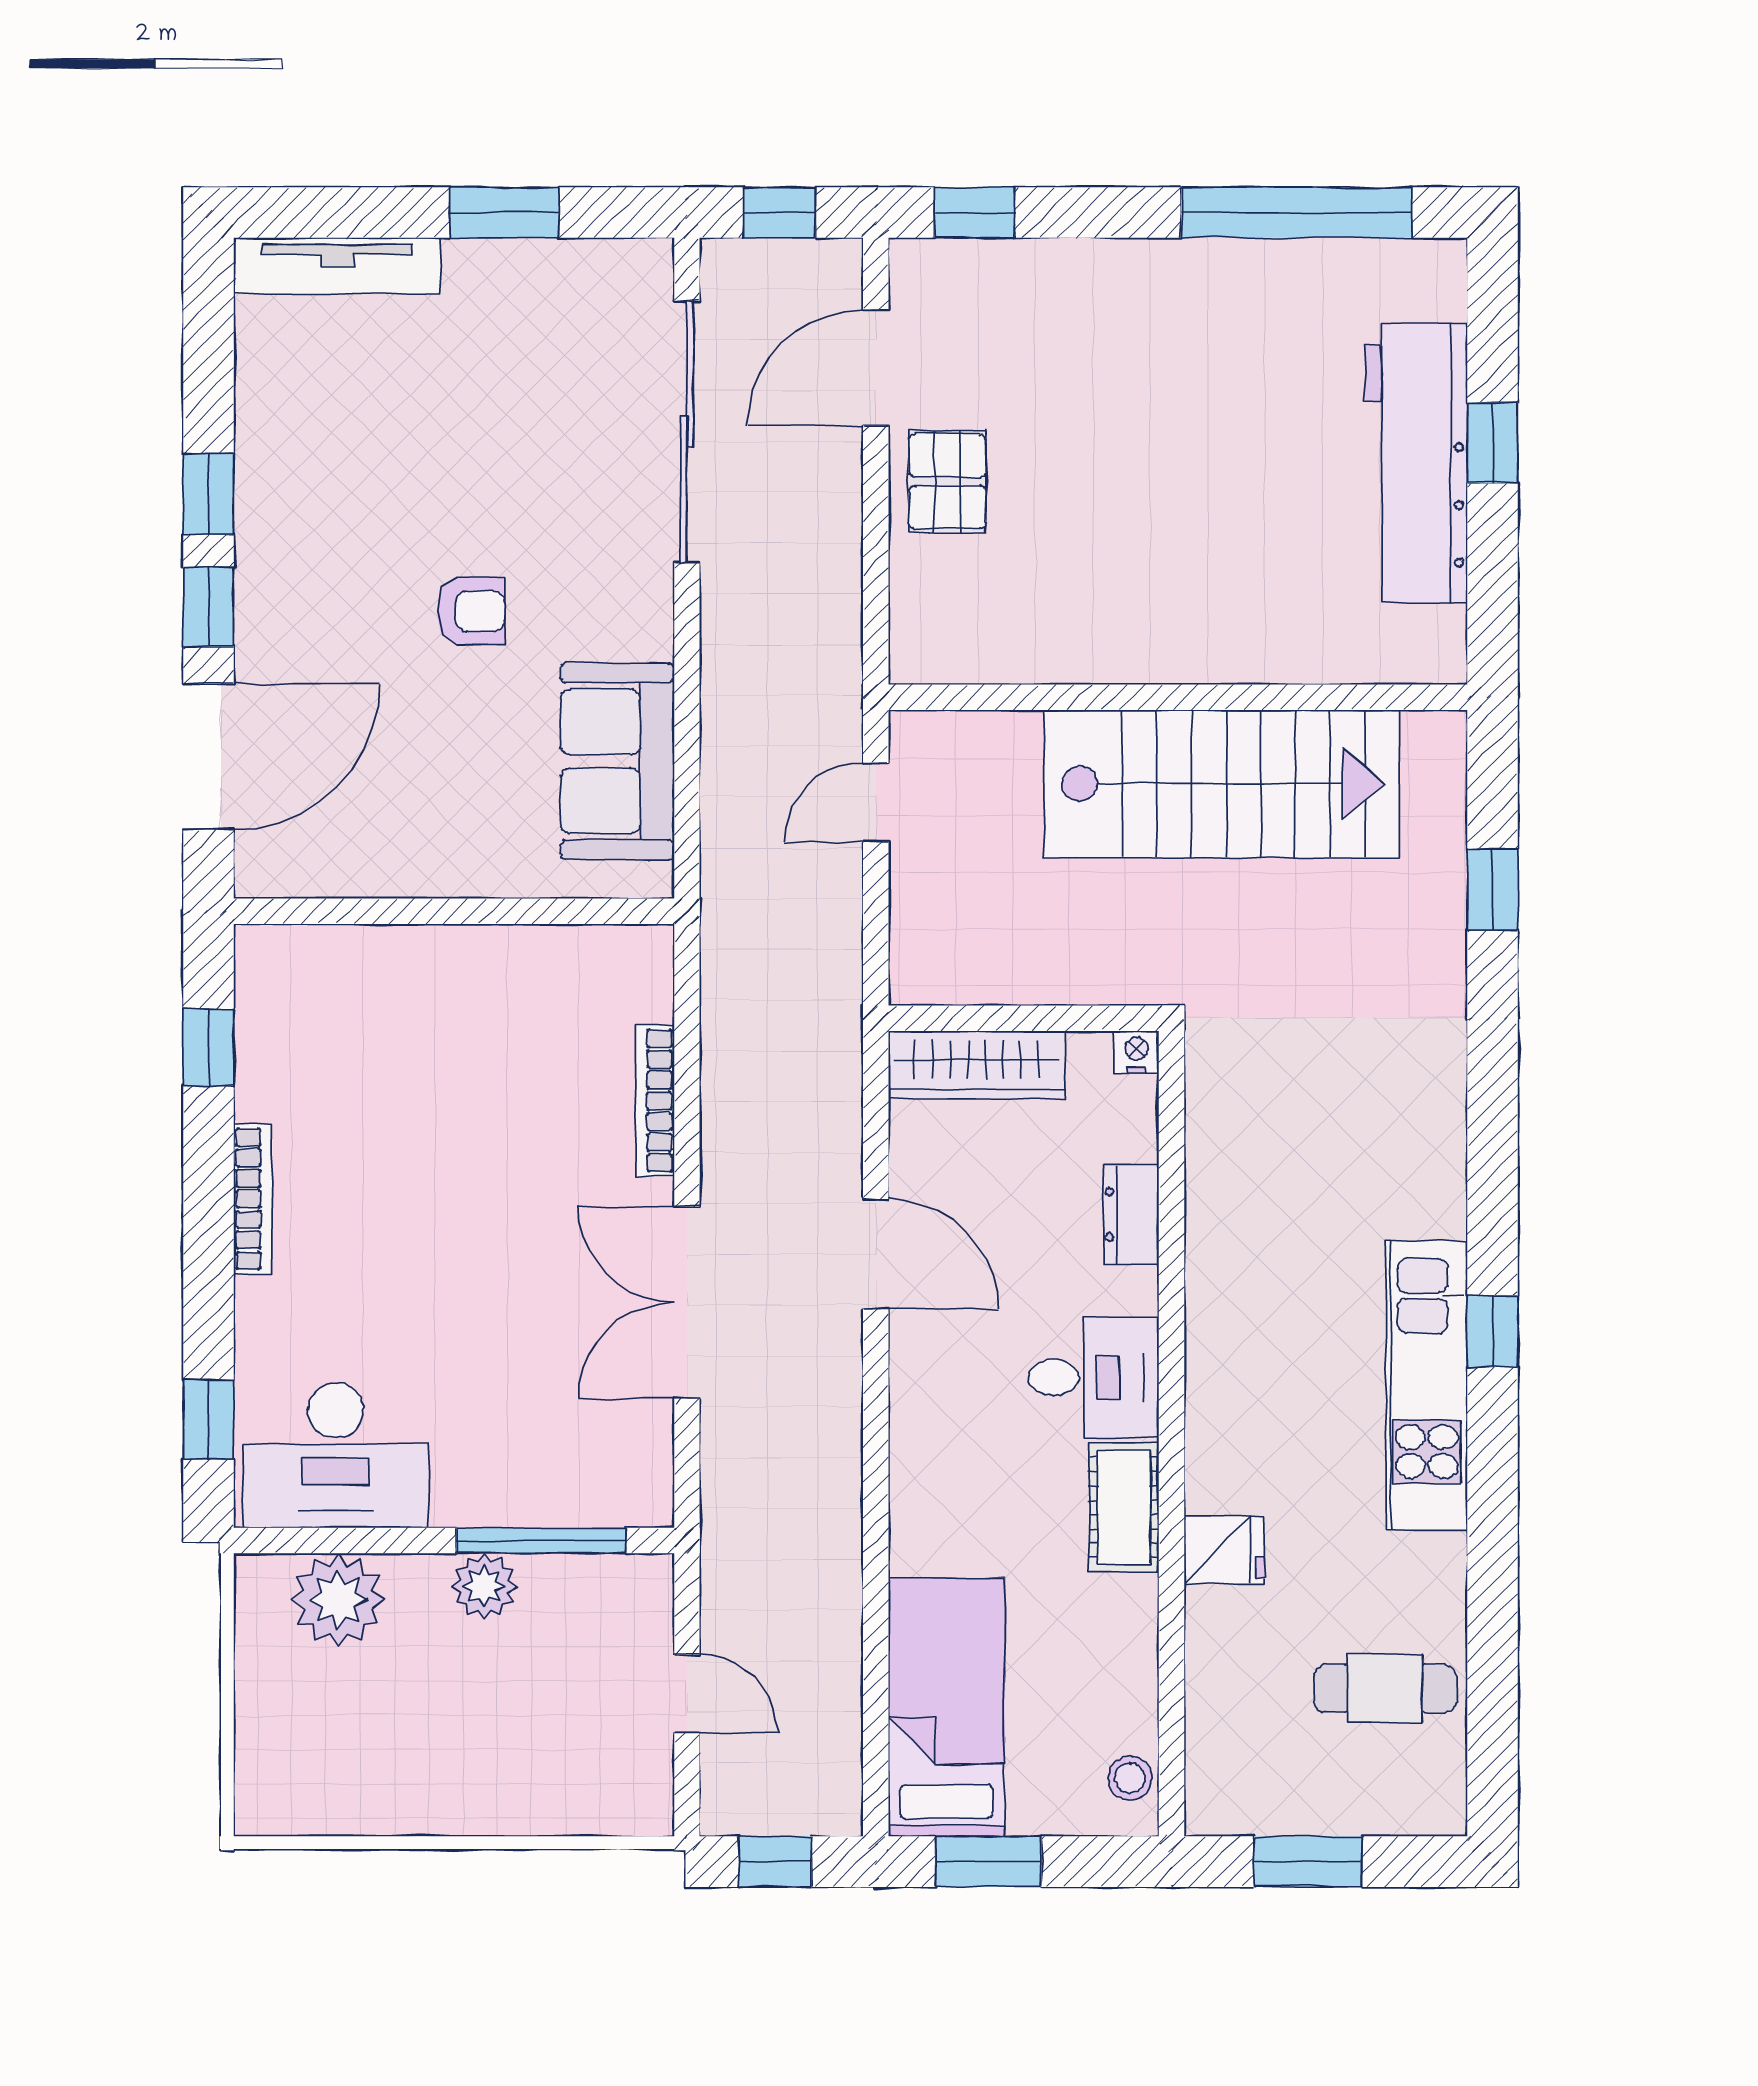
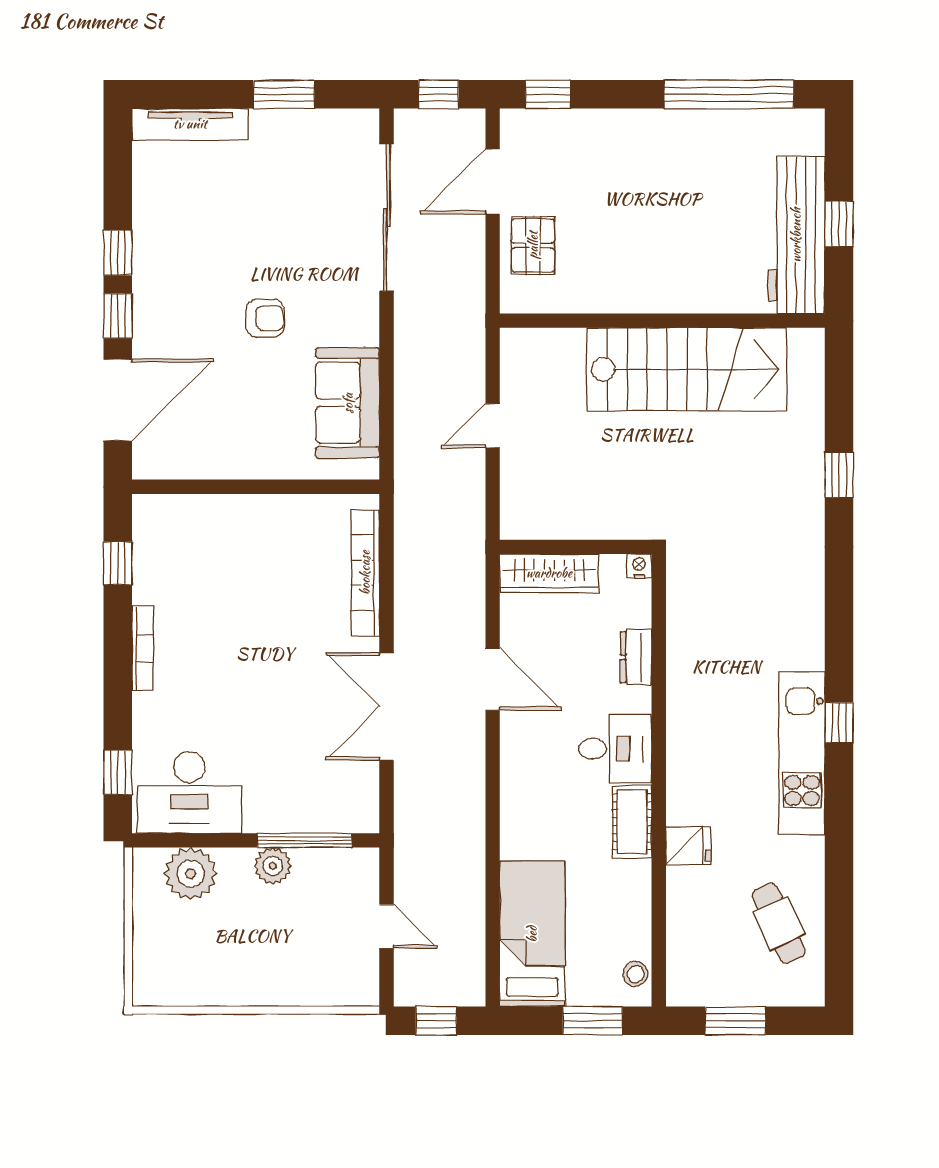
wall: (1178, 697) -> (662, 321), moved
stairs: (1222, 784) -> (687, 369), moved
bookcase: (655, 1101) -> (365, 573), width x1.48, depth x1.31
cafe table: (1385, 1688) -> (779, 923), turned 66
window: (988, 1862) -> (593, 1021), moved

